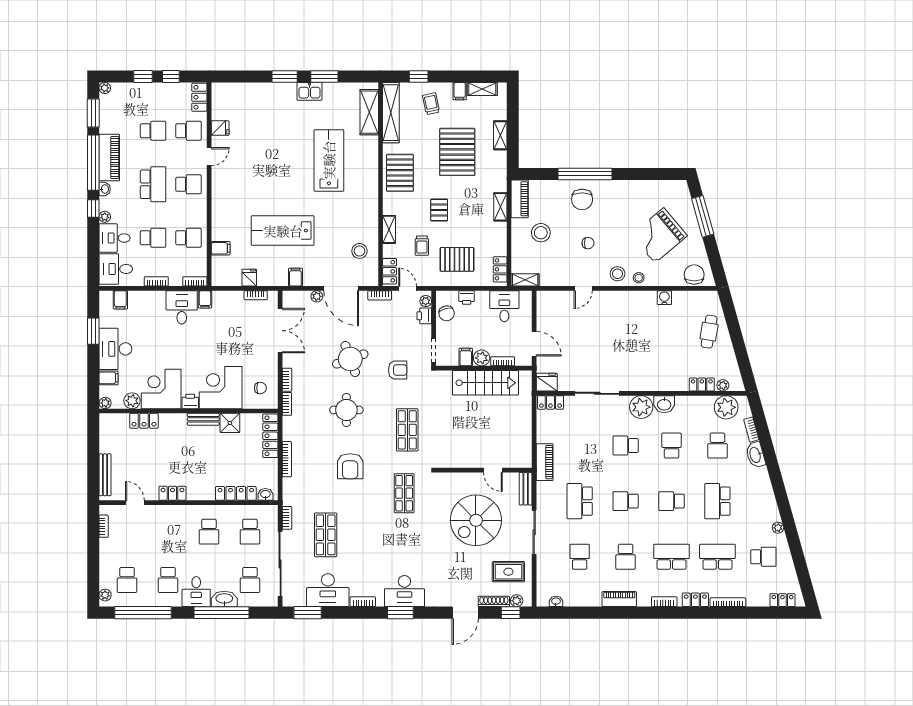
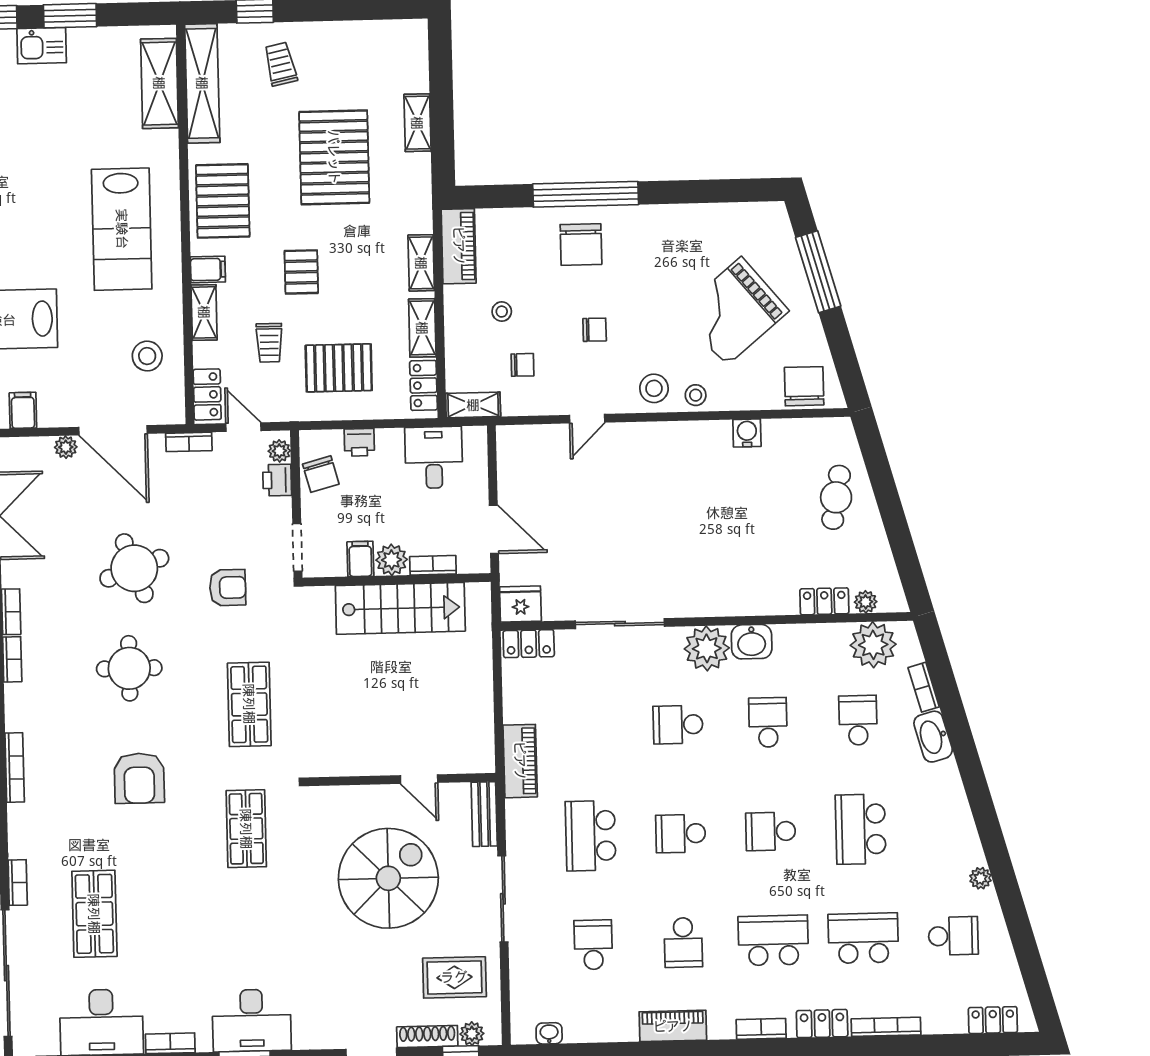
shelving: (482, 89) -> (422, 328), moved, turned 90
filing cabinet: (460, 91) -> (208, 269), moved, turned -90
lab bench: (329, 160) -> (122, 229), moved, turned 180
stool: (541, 233) -> (502, 312), width x0.53, depth x0.53
chair: (551, 260) -> (522, 365), added
school desk: (717, 446) -> (858, 720), turned 180
spiral stairs: (476, 520) -> (388, 878), turned 180

